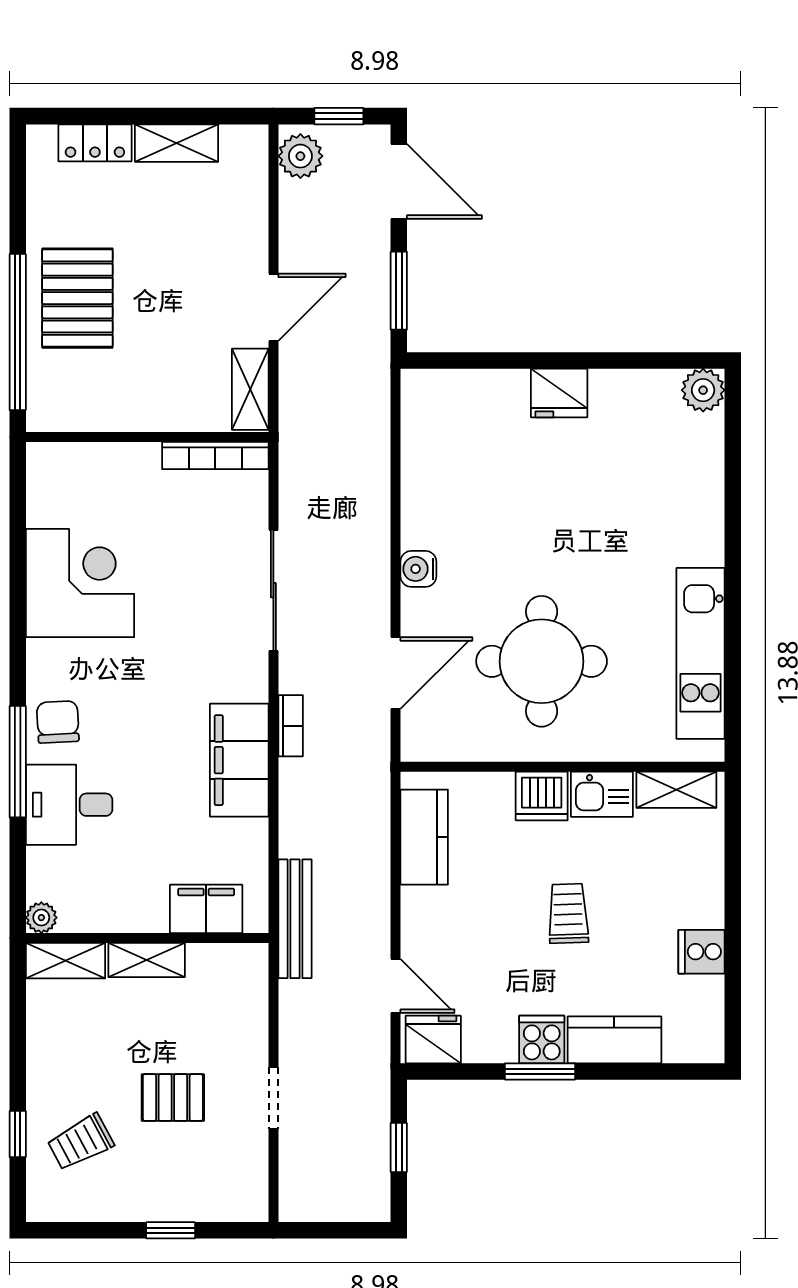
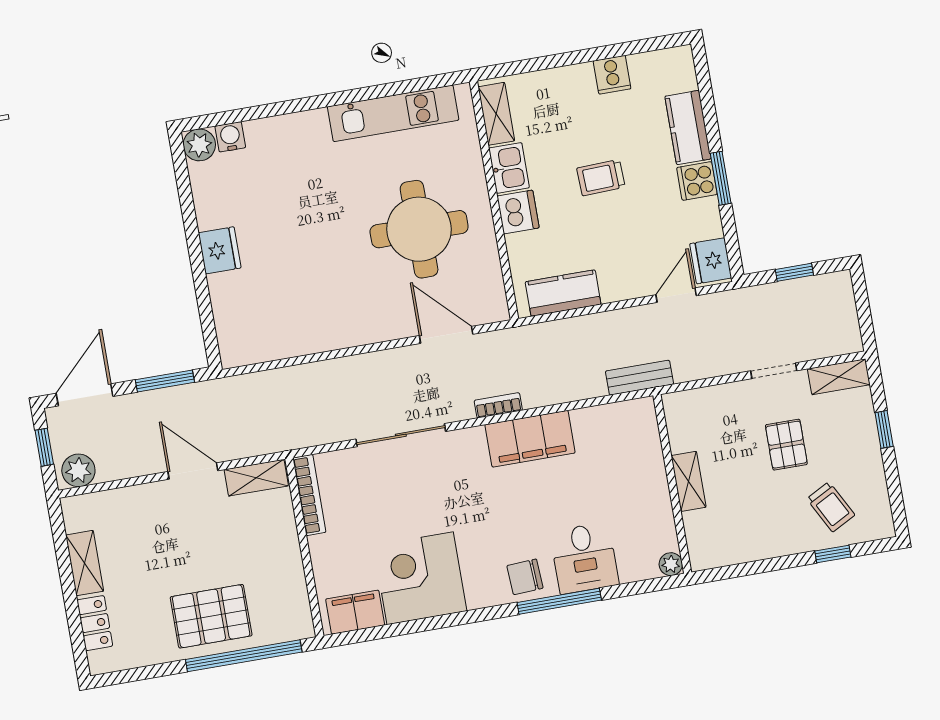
water cooler: (418, 569) -> (230, 137), moved, turned 180
filing cabinet: (206, 909) -> (355, 612), moved, turned 90
bench: (295, 919) -> (640, 378), width x0.73
shelving: (65, 961) -> (839, 377), moved, turned 90

